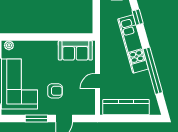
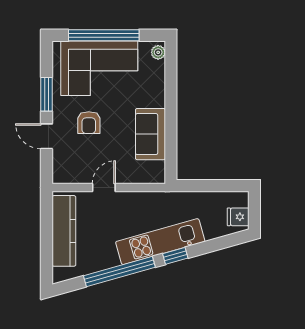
window: (138, 17) -> (175, 256), moved
sofa: (75, 50) -> (150, 134), moved
door: (98, 81) -> (104, 187), hinge flipped

